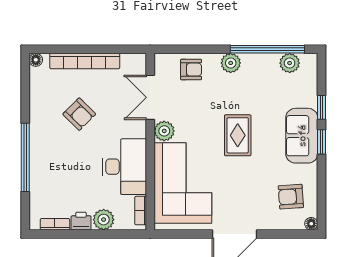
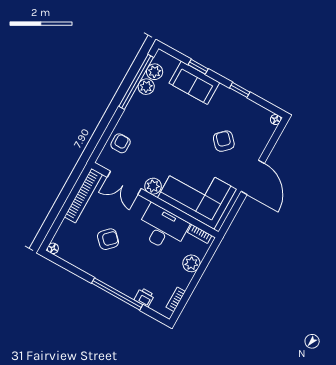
bookcase: (85, 61) -> (83, 196), moved
plant: (231, 63) -> (146, 87), moved
rug: (238, 135) -> (185, 136), removed
sofa: (302, 136) -> (194, 83), moved
window: (321, 142) -> (240, 90), moved
armchair: (291, 197) -> (224, 141), moved, turned 141
printer: (81, 221) -> (144, 297), moved, turned 90

